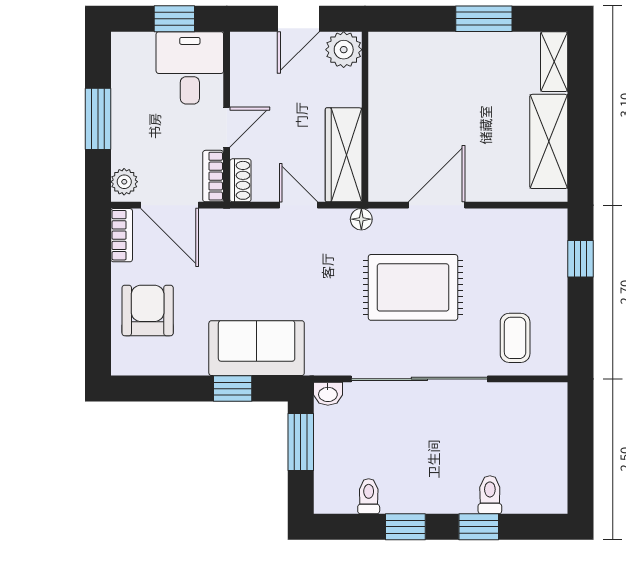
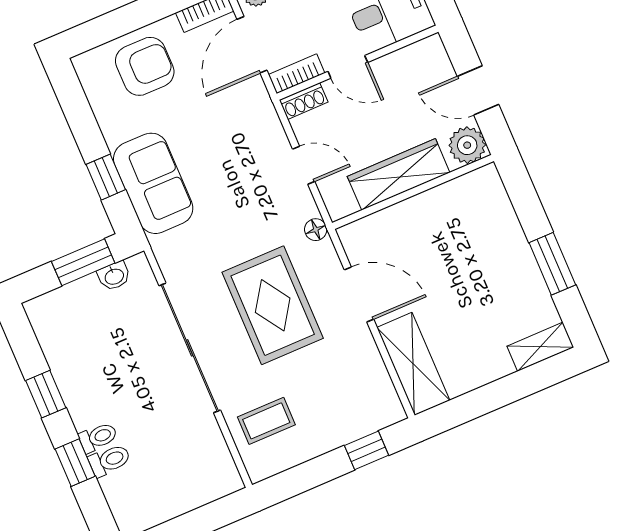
shelving: (549, 141) -> (413, 364), moved, turned 90
wardrobe: (344, 155) -> (399, 174), moved
door: (298, 205) -> (304, 165), hinge flipped
washbasin: (328, 394) -> (114, 276), moved, turned -90
toilet: (369, 496) -> (98, 437), moved

